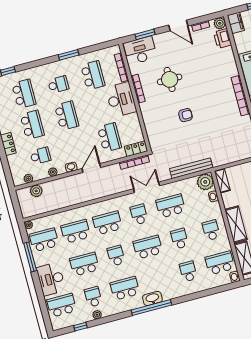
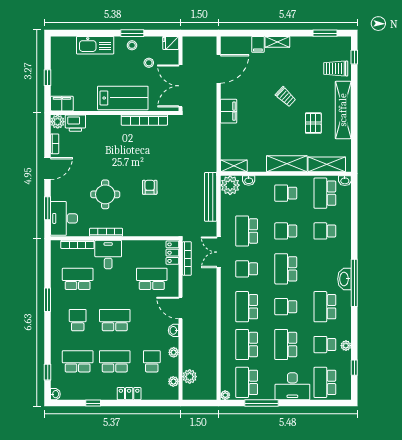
desk: (121, 100) -> (108, 255), width x0.73

